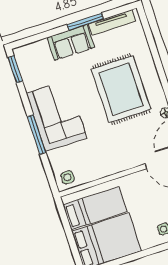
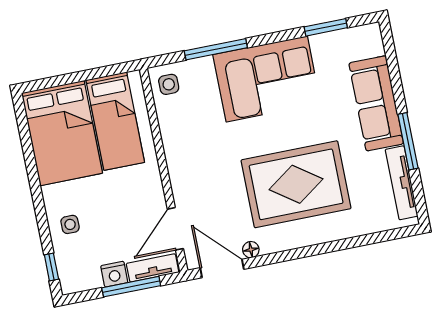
sofa: (71, 42) -> (376, 103), width x1.36
window: (15, 69) -> (326, 27), moved
window: (37, 135) -> (216, 49), moved

